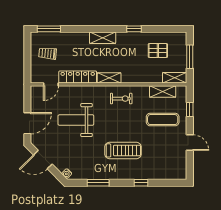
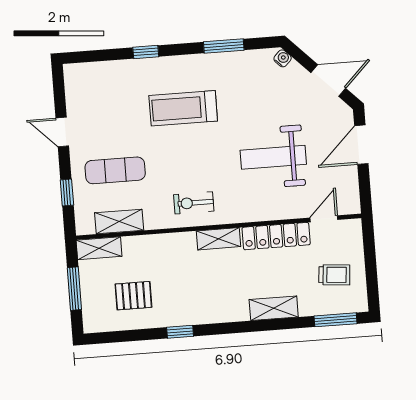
shelving: (103, 38) -> (274, 308), moved
weight bench: (76, 120) -> (273, 157), turned 180

